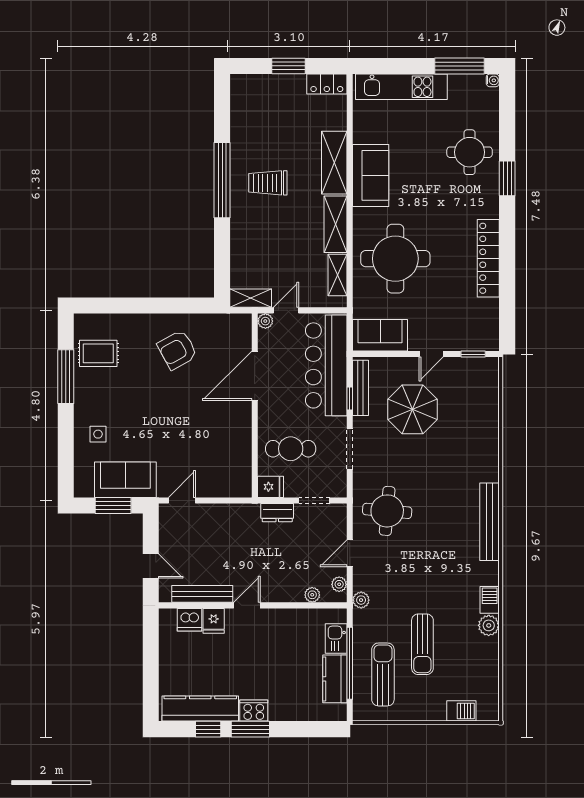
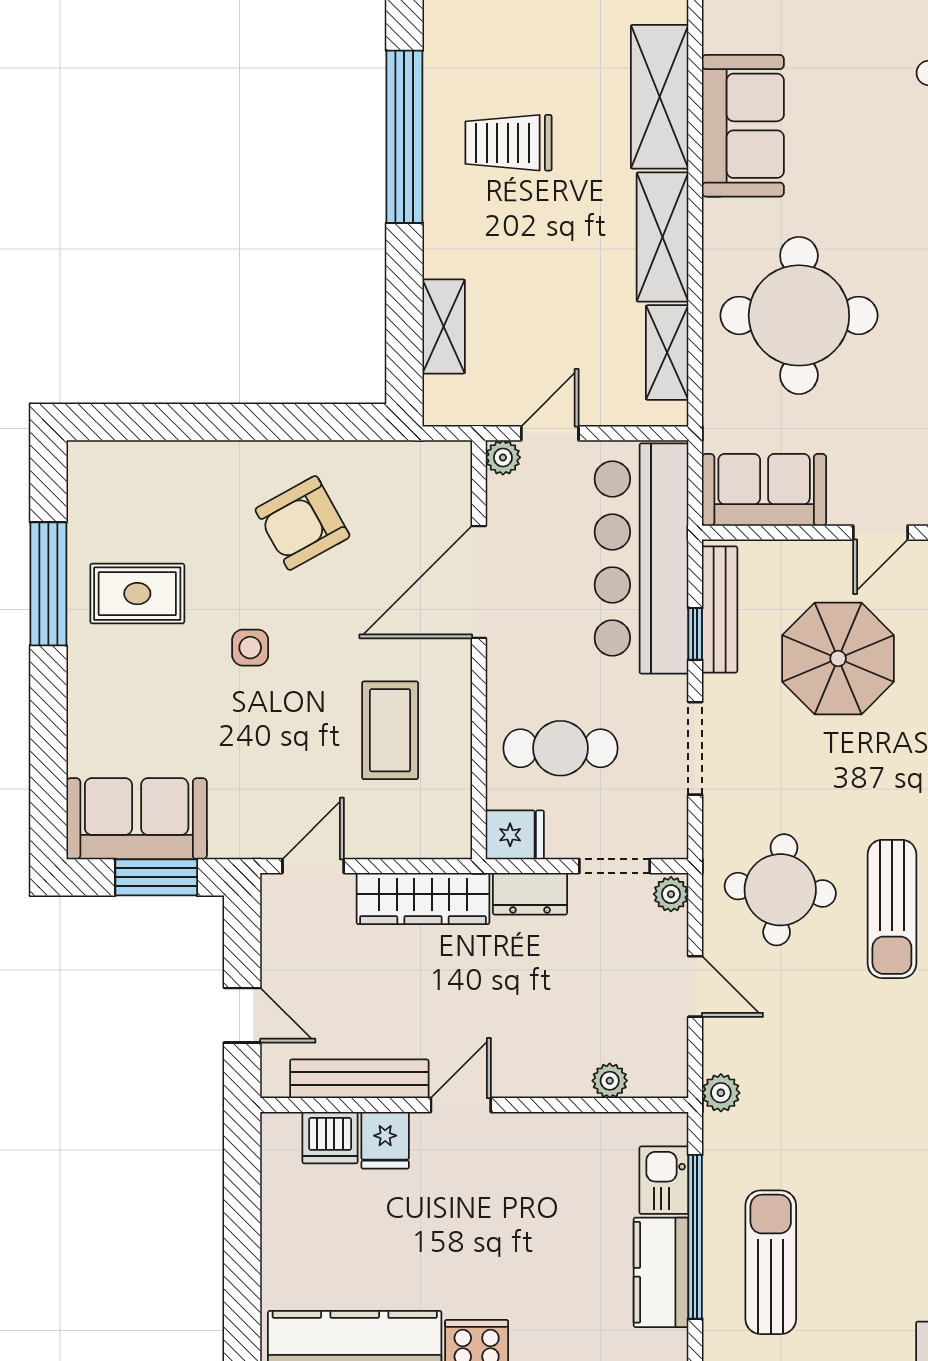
shelving: (251, 298) -> (444, 326), moved, turned 90
rug: (98, 353) -> (137, 594), moved
side table: (98, 434) -> (250, 648), moved
coffee table: (216, 441) -> (390, 730), added
sofa: (125, 480) -> (137, 819), moved
wardrobe: (230, 515) -> (423, 899), added
door: (350, 553) -> (695, 986), swing flipped
plant: (339, 584) -> (671, 894), moved
sun lounger: (422, 644) -> (892, 909), moved

